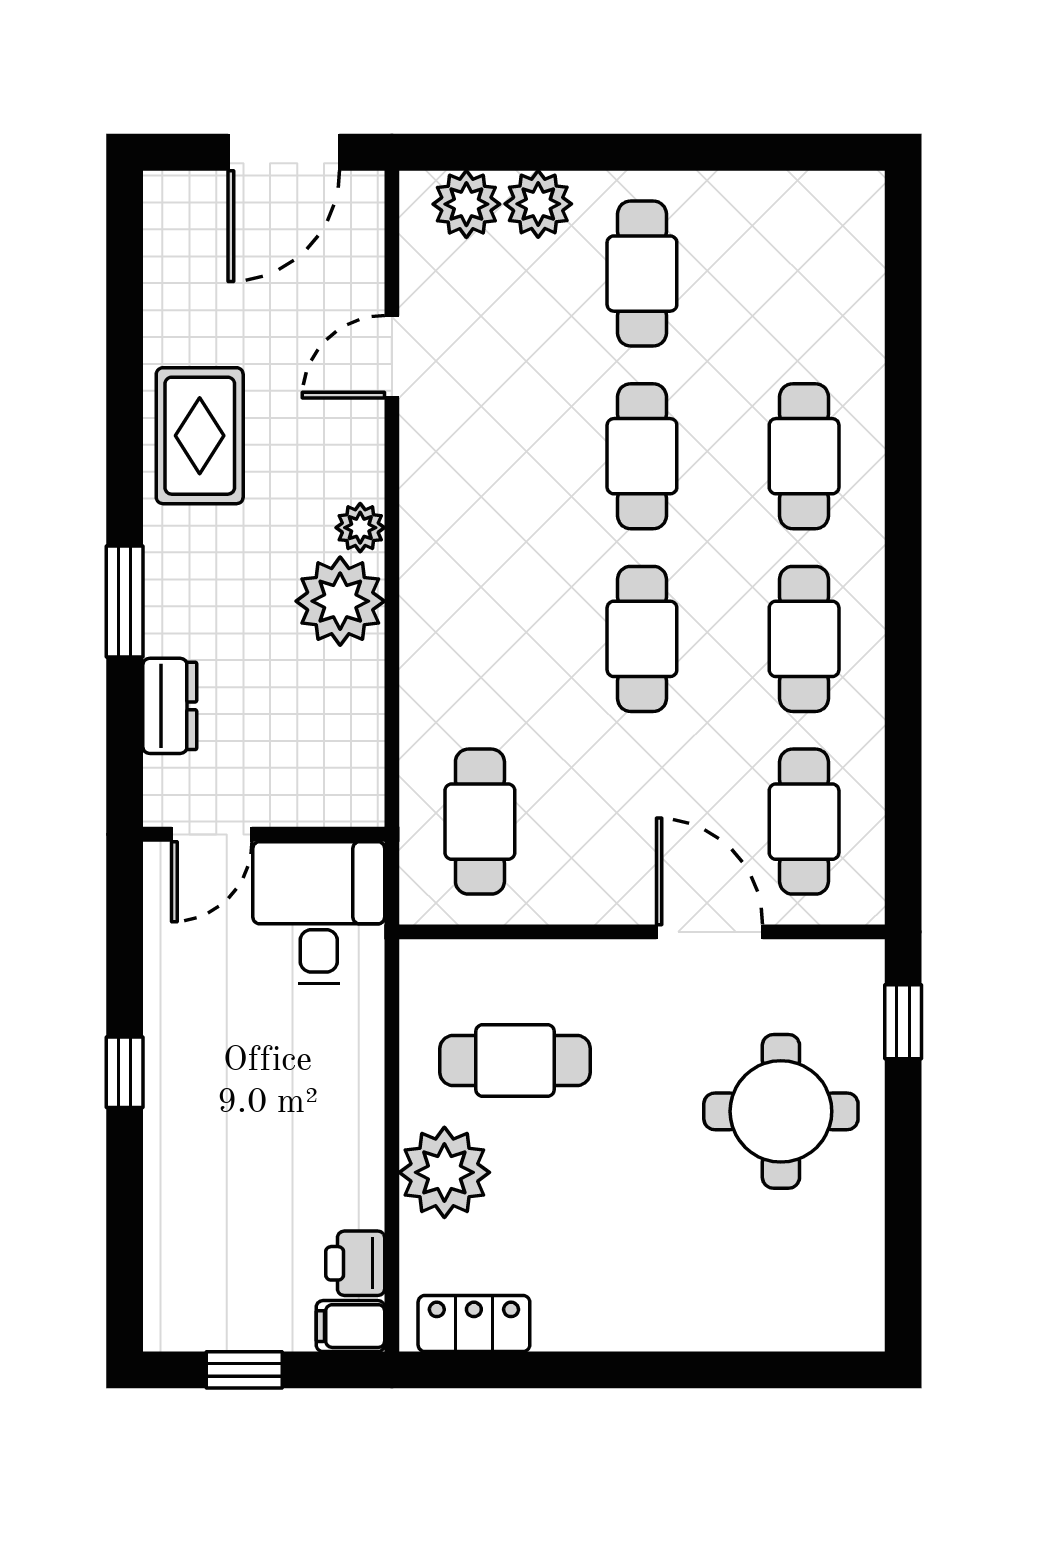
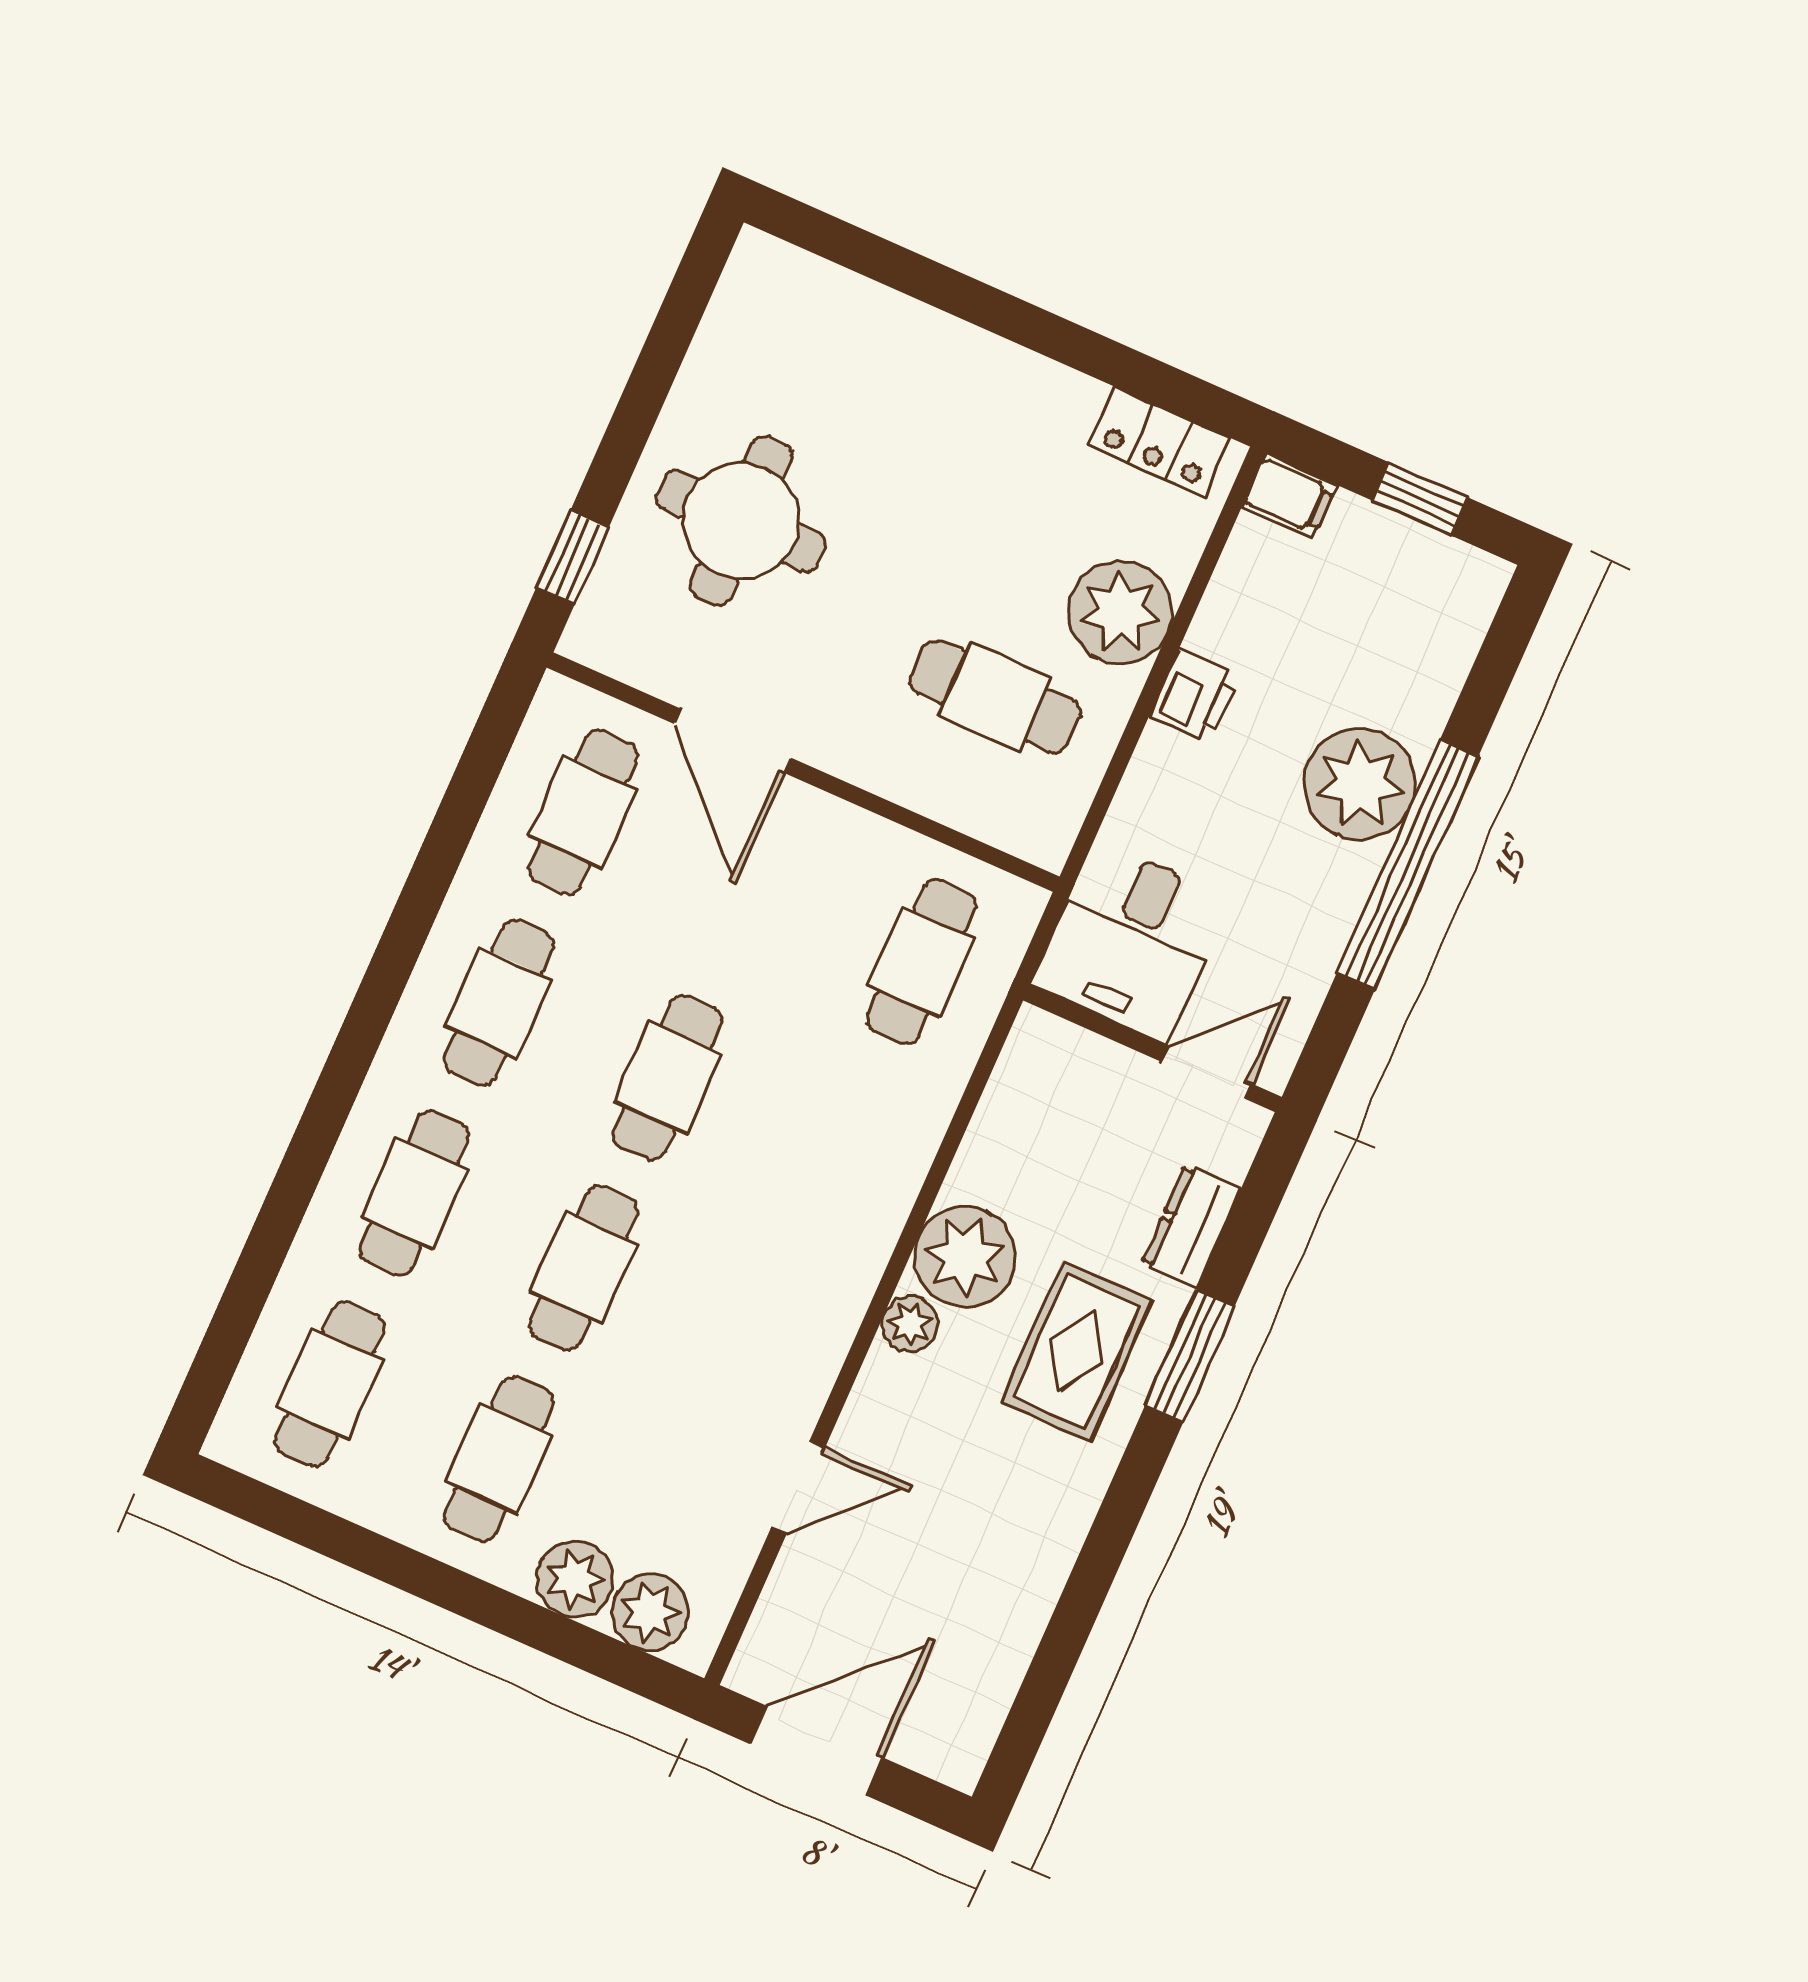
cafe table: (804, 274) -> (330, 1384), added
rug: (200, 436) -> (1077, 1351), moved
window: (125, 1072) -> (1407, 865), width x3.17
plant: (192, 1120) -> (1360, 784), added
printer: (355, 1263) -> (1194, 697), moved

